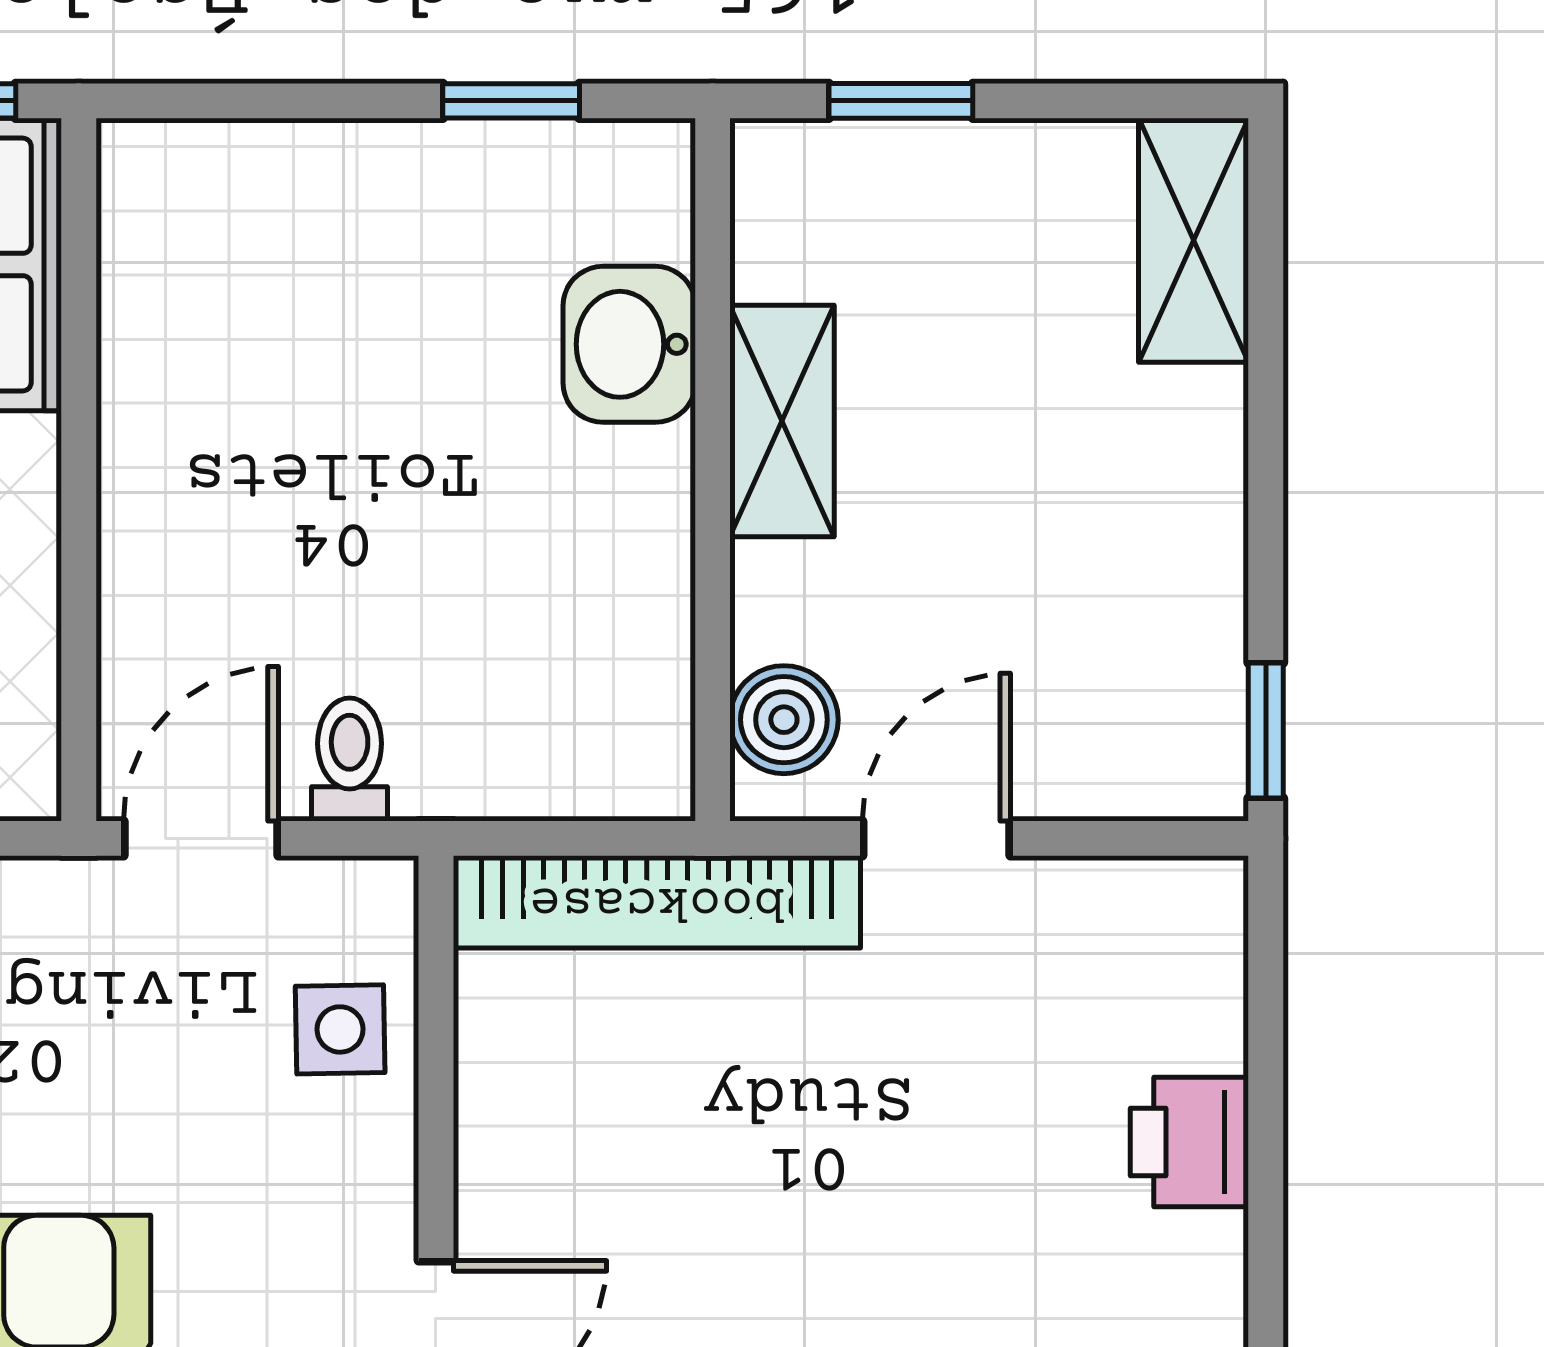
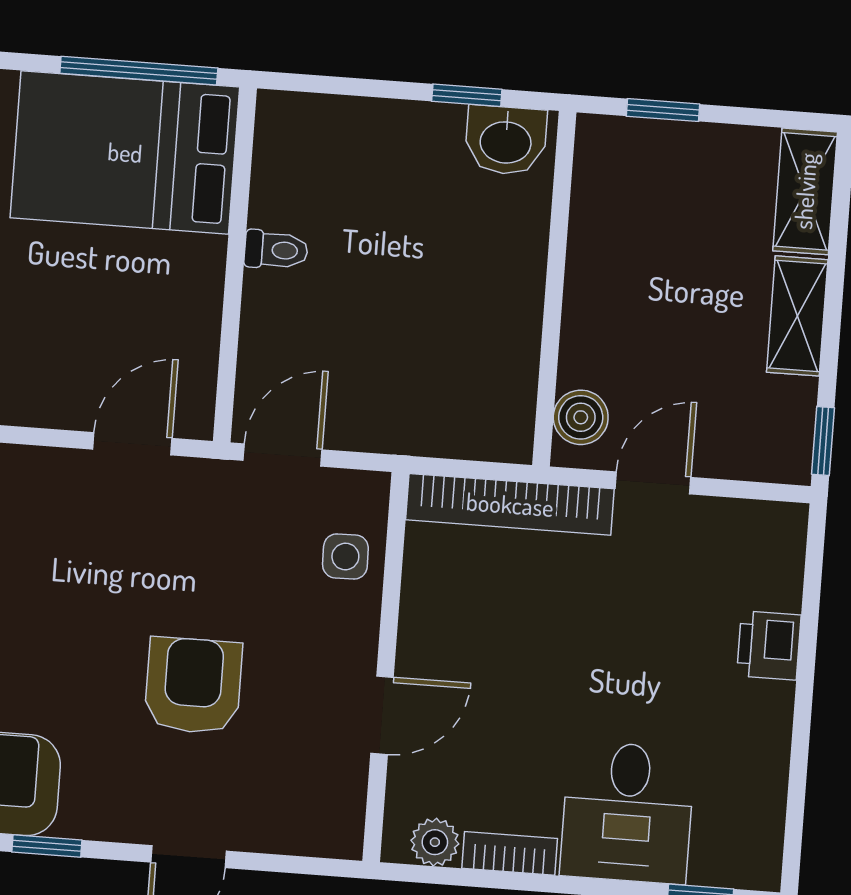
washbasin: (629, 344) -> (506, 140), moved, turned -90
shelving: (782, 421) -> (797, 316), moved
toilet: (350, 759) -> (276, 250), moved, turned 90

